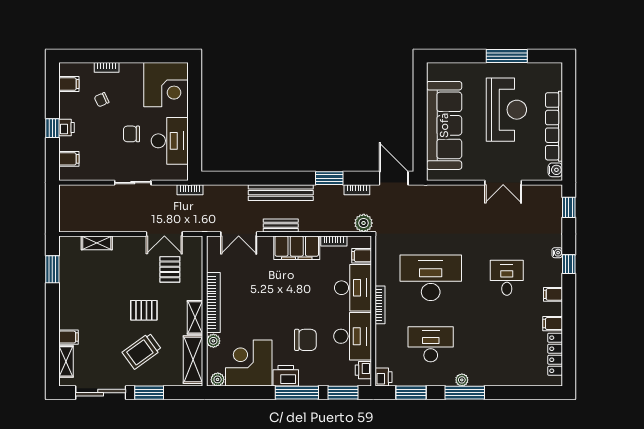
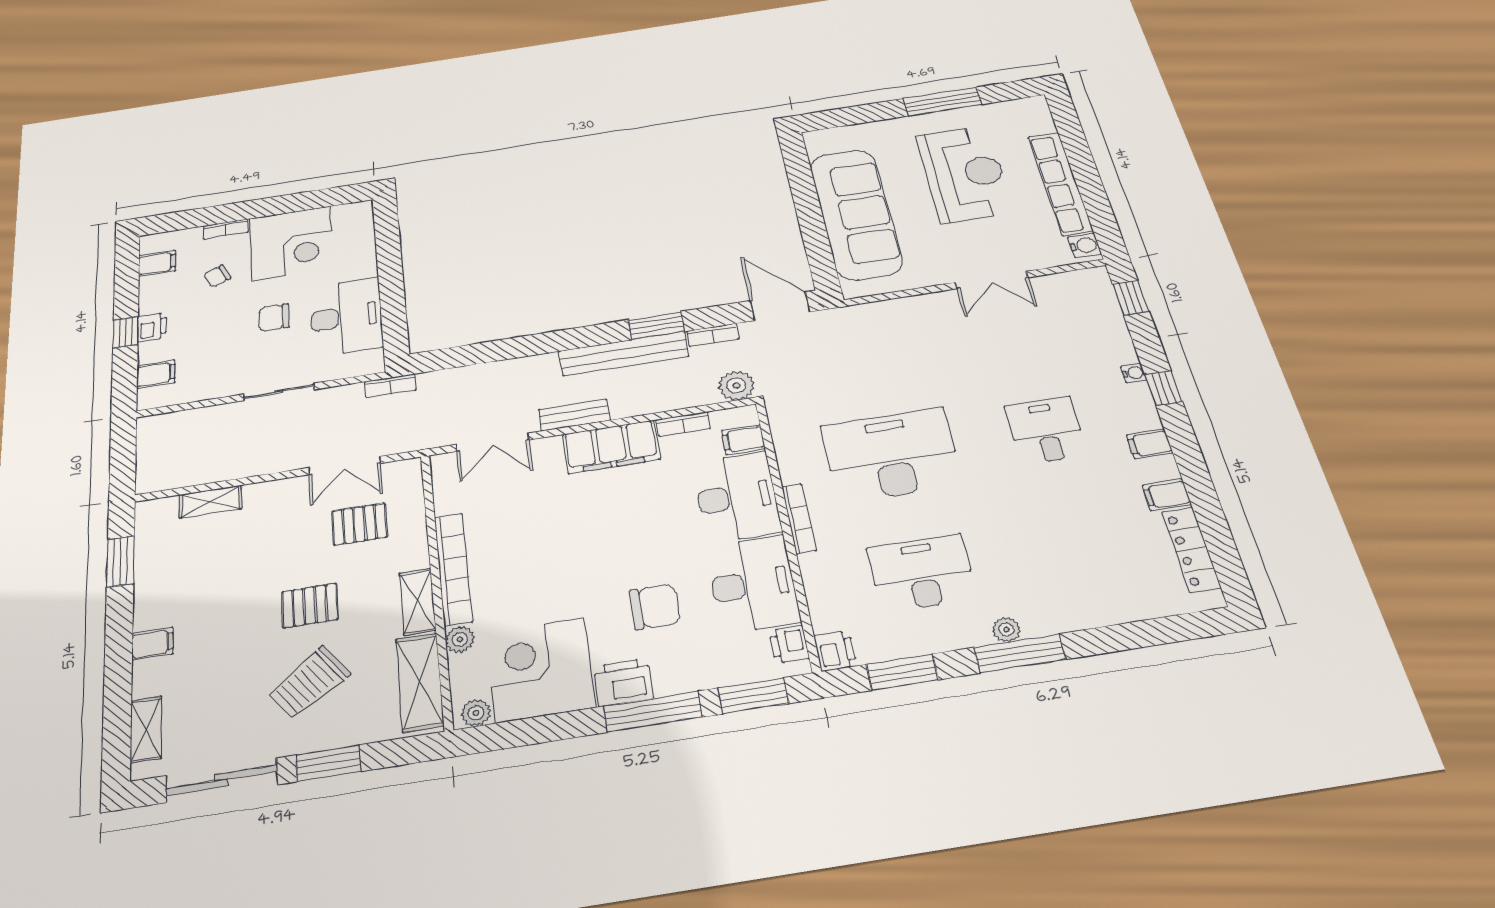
corner desk: (166, 85) -> (291, 243), moved
bench: (281, 193) -> (624, 354), moved
pallet: (170, 269) -> (359, 524), turned 90
filing cabinet: (68, 337) -> (152, 644), moved

